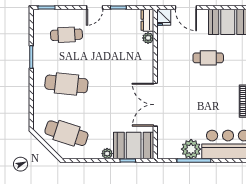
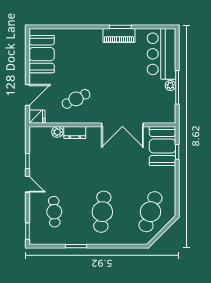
dresser: (147, 20) -> (75, 133), moved
cafe table: (208, 58) -> (76, 99), moved, turned 63
plant: (191, 149) -> (170, 85), width x0.53, depth x0.53
plant: (107, 154) -> (170, 172), removed

